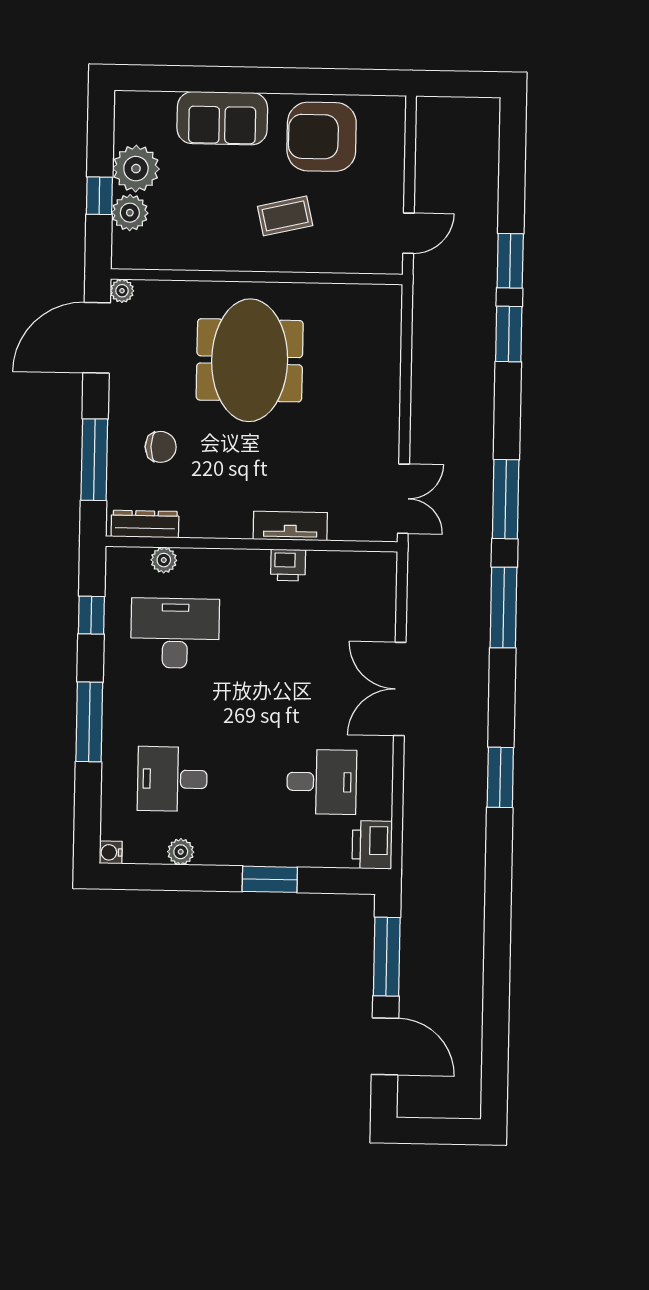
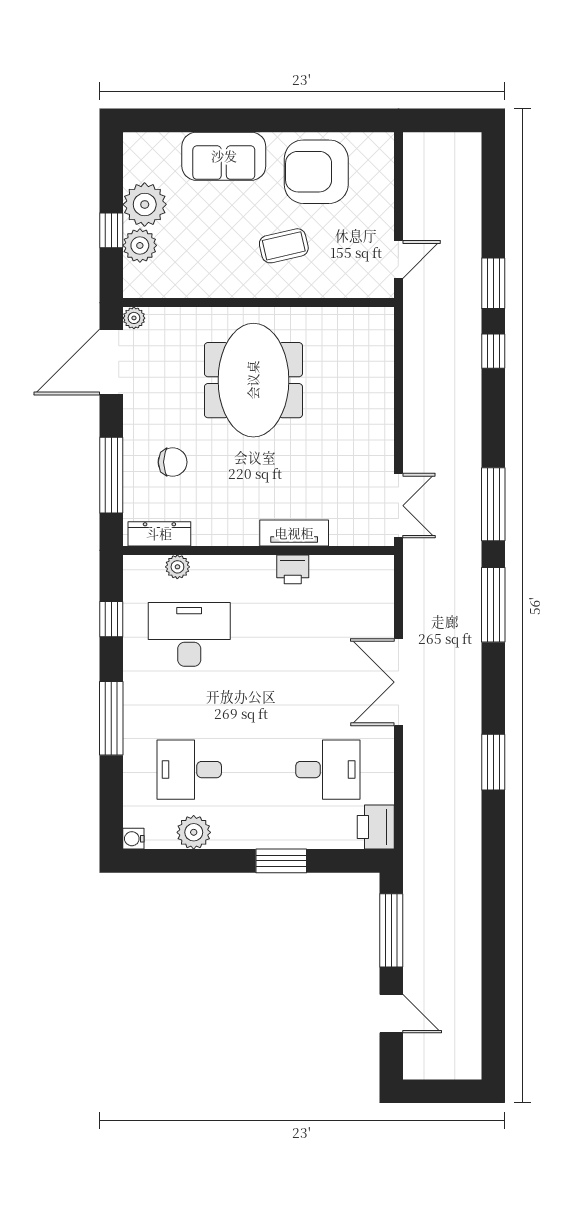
window: (509, 334) -> (493, 351), width x0.67
plant: (181, 852) -> (194, 832), width x1.38, depth x1.38
door: (385, 1046) -> (391, 1014), width x0.73

